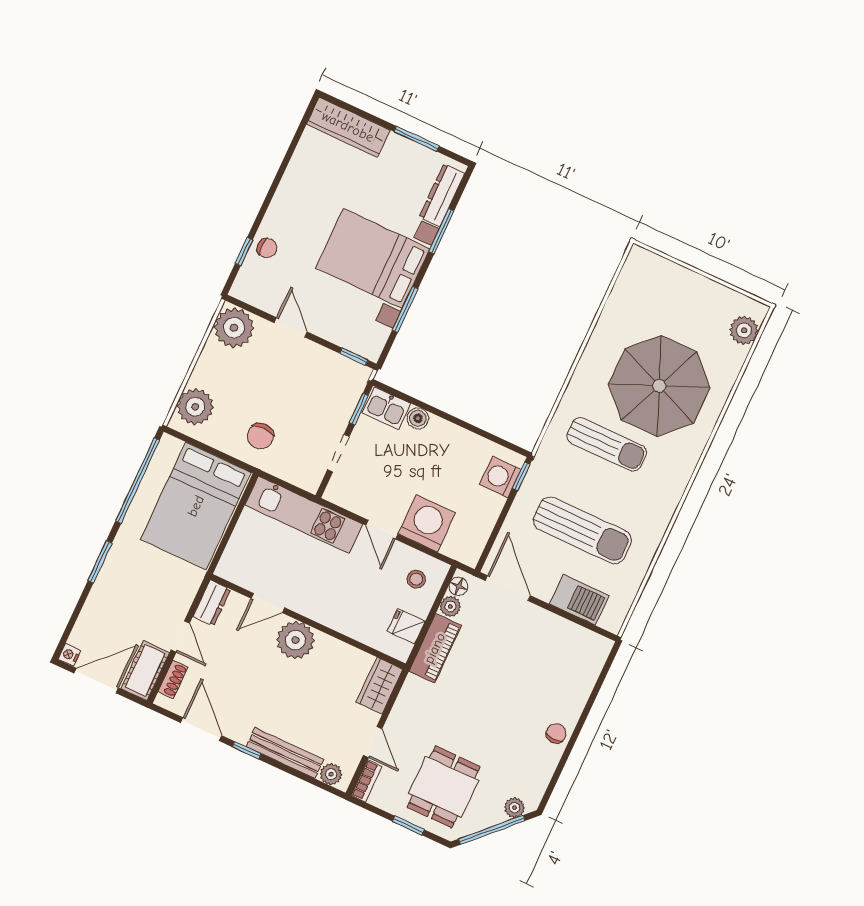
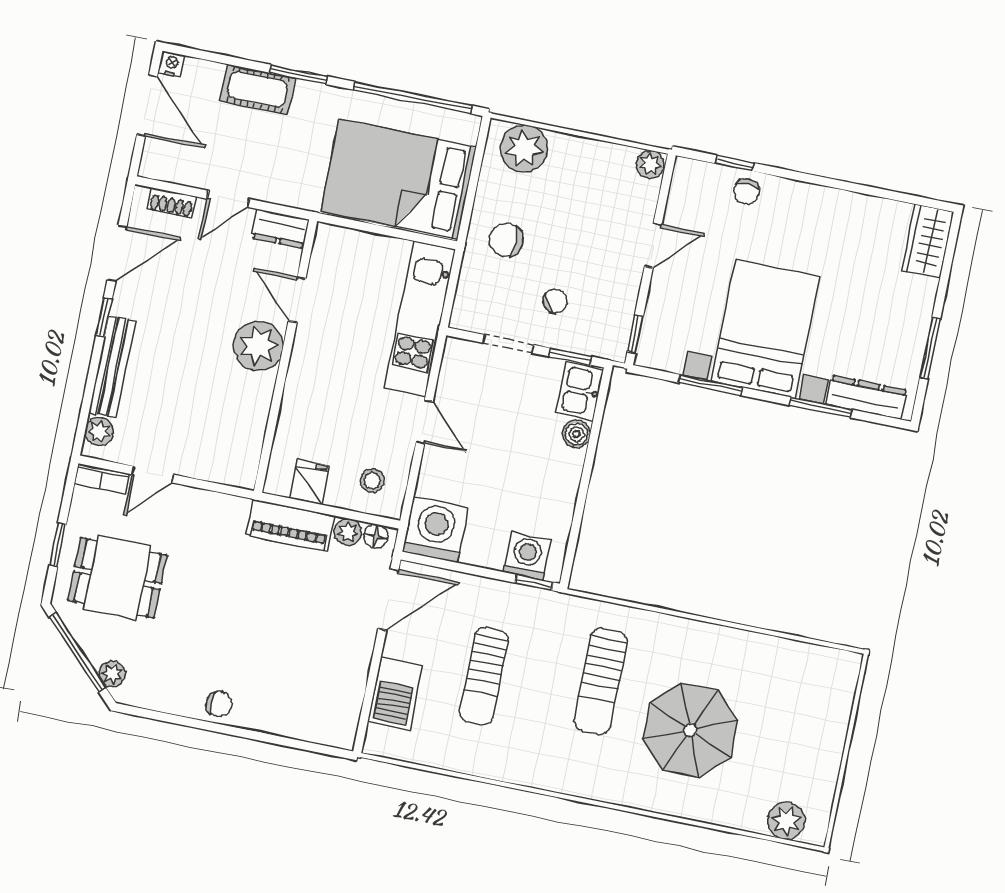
wardrobe: (348, 127) -> (928, 241), width x0.67
plant: (234, 328) -> (650, 164), width x0.53, depth x0.53
parasol: (659, 386) -> (690, 730), width x0.73, depth x0.73
chair: (315, 411) -> (555, 301), added
washing machine: (427, 523) -> (435, 530), moved, turned -90
door: (382, 530) -> (424, 422), swing flipped
sun lounger: (582, 530) -> (484, 676), width x0.73, depth x0.75
cot: (145, 670) -> (258, 89), moved
wardrobe: (379, 686) -> (226, 466), removed

